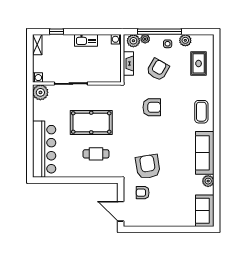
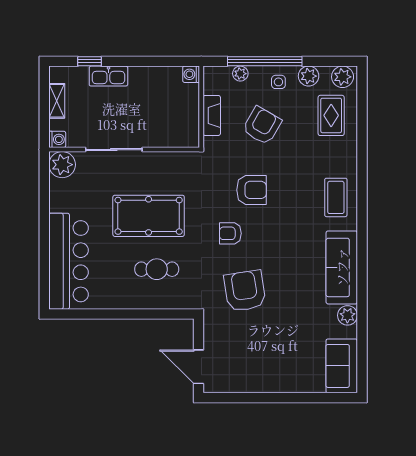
kitchen sink: (86, 40) -> (108, 76), moved
plant: (133, 41) -> (343, 77), moved
shelving: (37, 45) -> (57, 101), moved
armchair: (143, 193) -> (230, 233), moved

